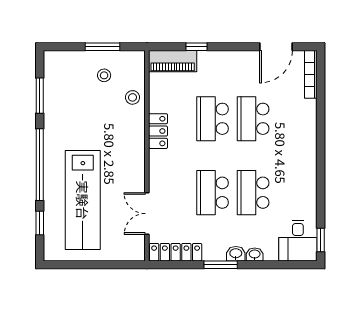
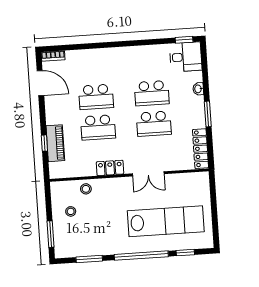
window: (102, 47) -> (50, 234), moved
piano: (173, 61) -> (55, 143), moved
bookcase: (311, 74) -> (53, 56), width x0.64
double door: (147, 214) -> (148, 174), moved
washbasin: (236, 254) -> (199, 103), removed

